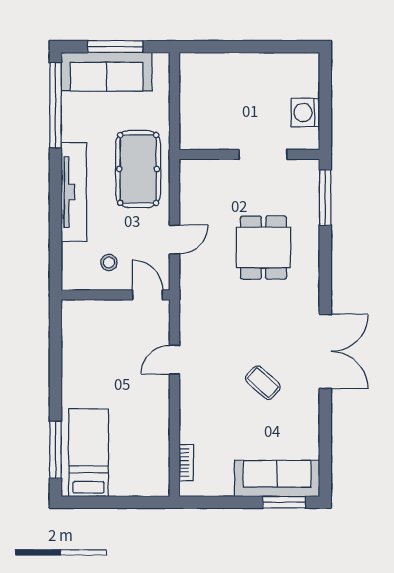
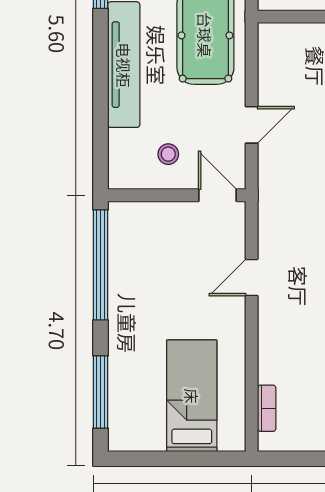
window: (55, 350) -> (100, 265), added
bed: (88, 453) -> (192, 396), moved

